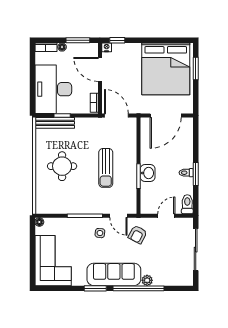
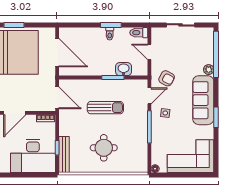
door: (116, 115) -> (57, 98), swing flipped
washbasin: (148, 173) -> (124, 69), moved
sliding door: (196, 250) -> (180, 25), width x0.73
window: (138, 288) -> (216, 54), moved

